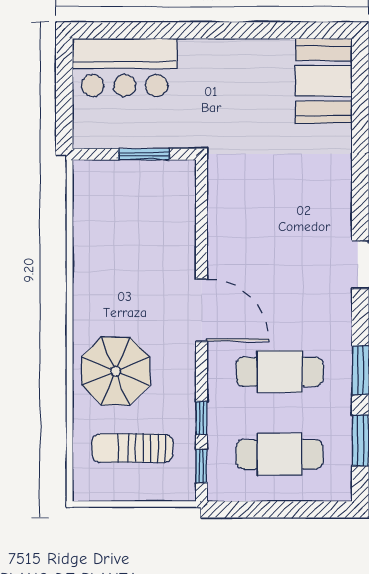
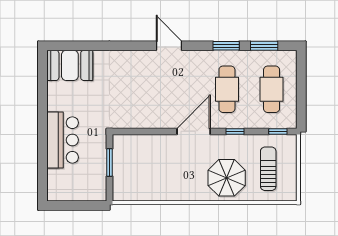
bar counter: (125, 67) -> (63, 140), moved
window: (201, 418) -> (235, 131), moved
sun lounger: (132, 448) -> (268, 169), turned 180

